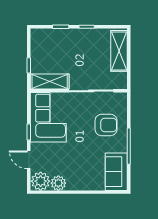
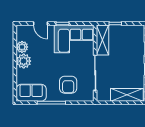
door: (29, 160) -> (40, 24), swing flipped
plant: (41, 181) -> (24, 61), moved

